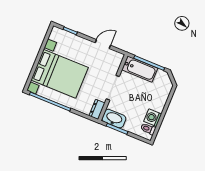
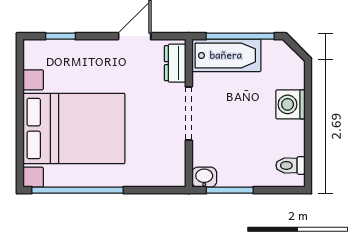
dresser: (97, 109) -> (175, 63), moved
washing machine: (153, 118) -> (290, 104), moved
washbasin: (114, 119) -> (204, 177), width x0.52, depth x0.69

